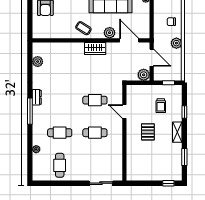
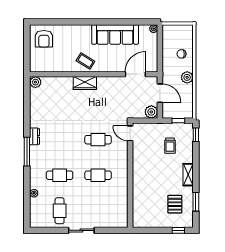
plant: (110, 33) -> (114, 66), removed
door: (129, 40) -> (135, 74), hinge flipped
wardrobe: (95, 48) -> (85, 83), moved
plant: (38, 62) -> (35, 82), moved
door: (124, 112) -> (130, 133), moved
window: (184, 112) -> (196, 135), moved
pallet: (148, 132) -> (175, 204), moved
sliding door: (101, 183) -> (81, 230), moved

